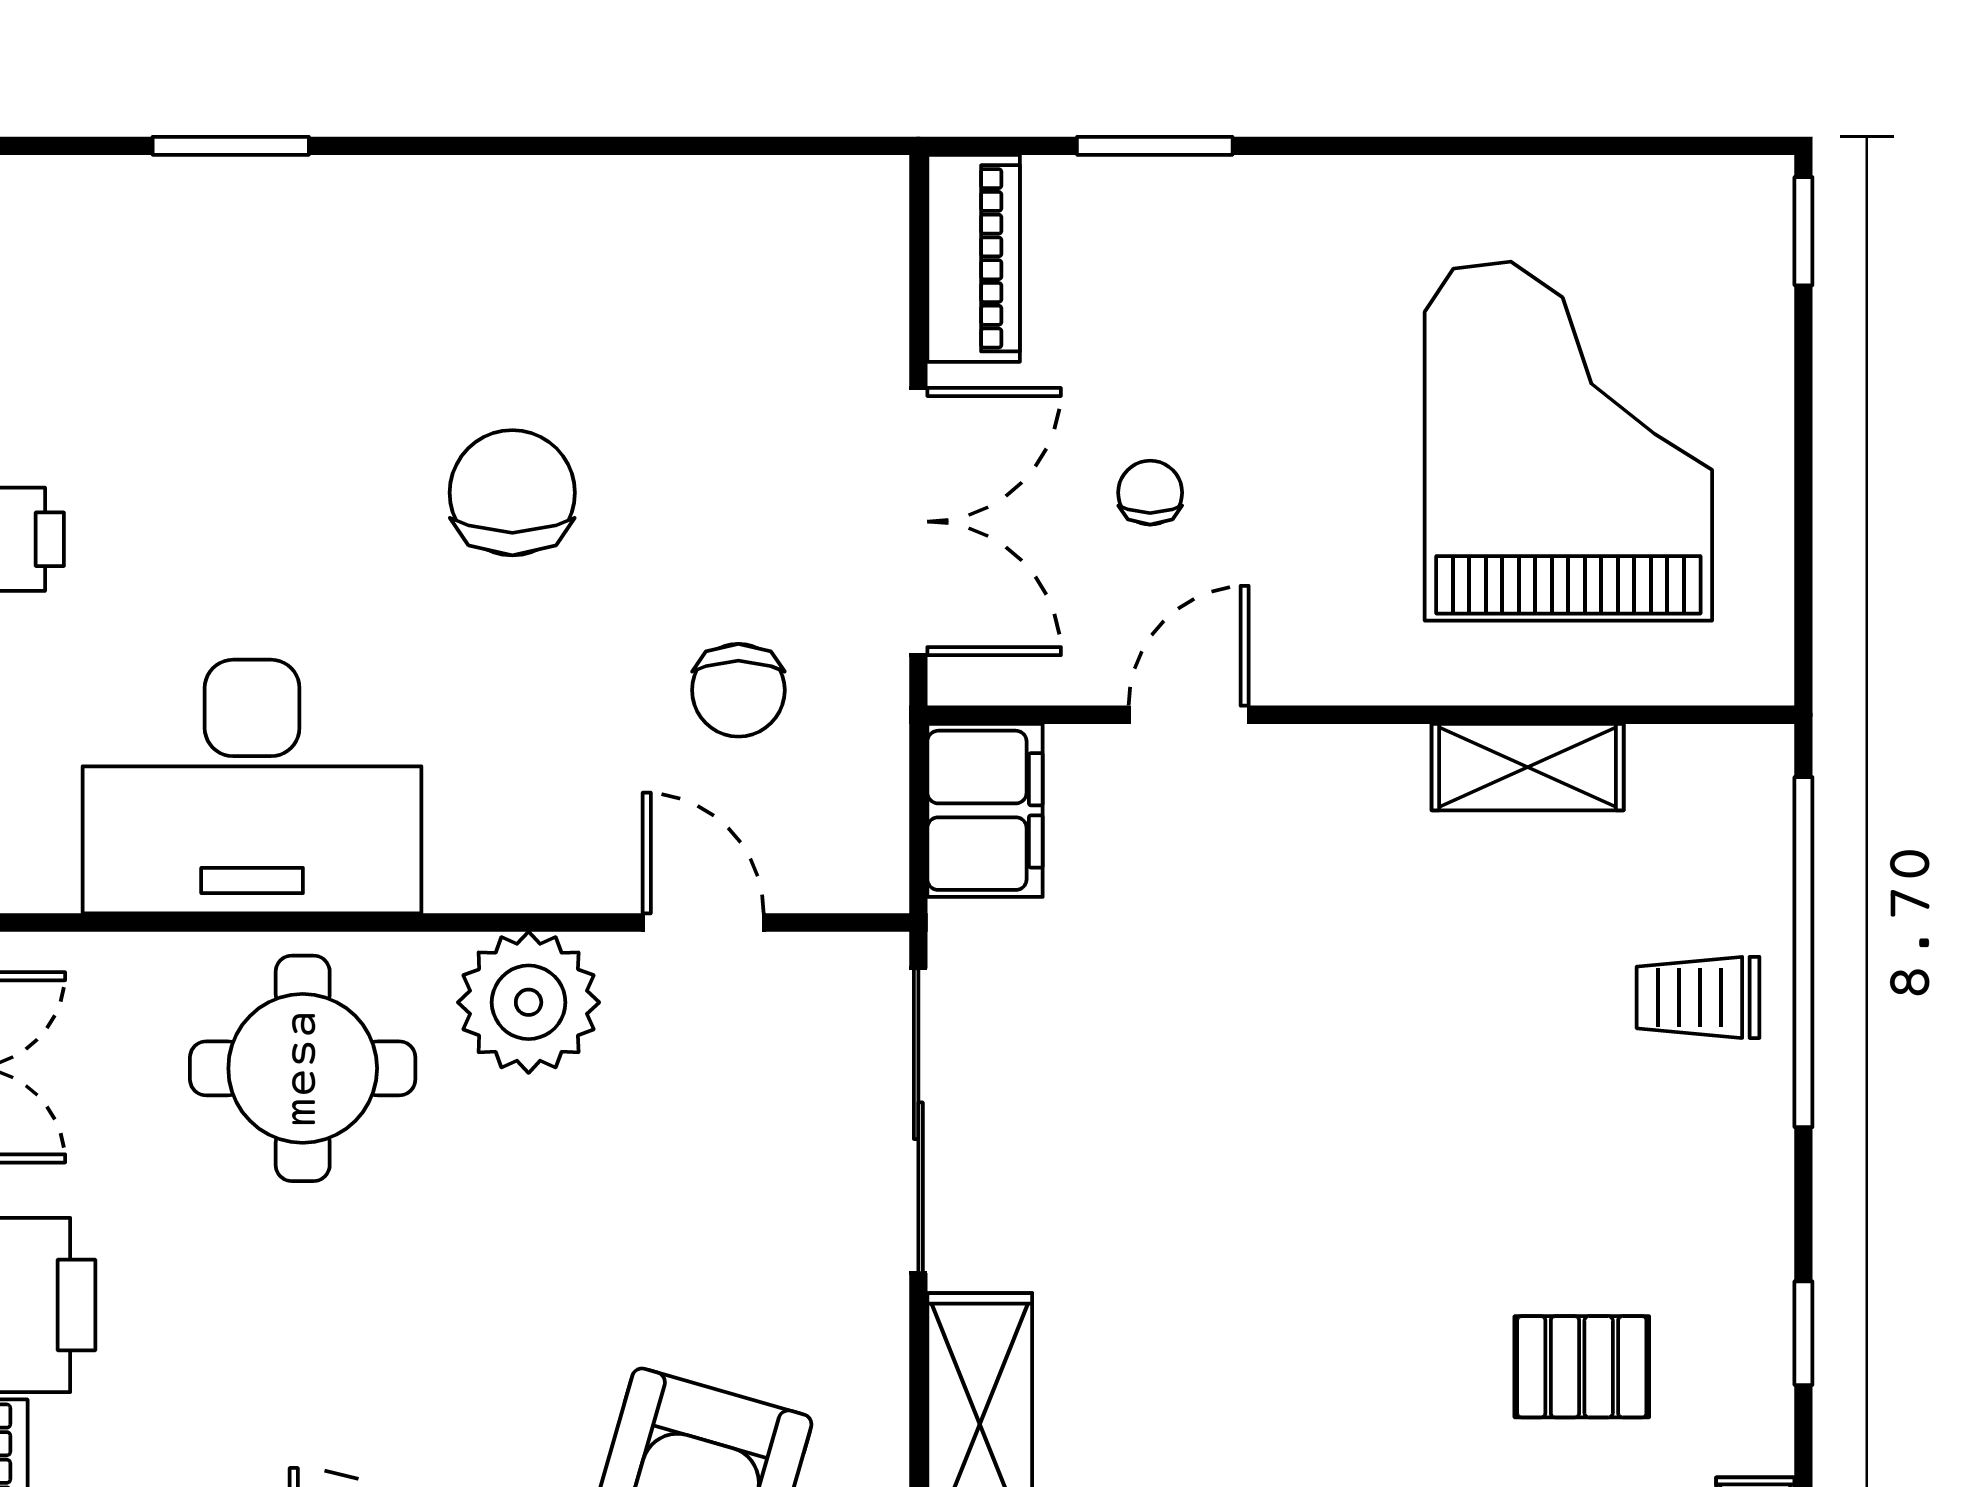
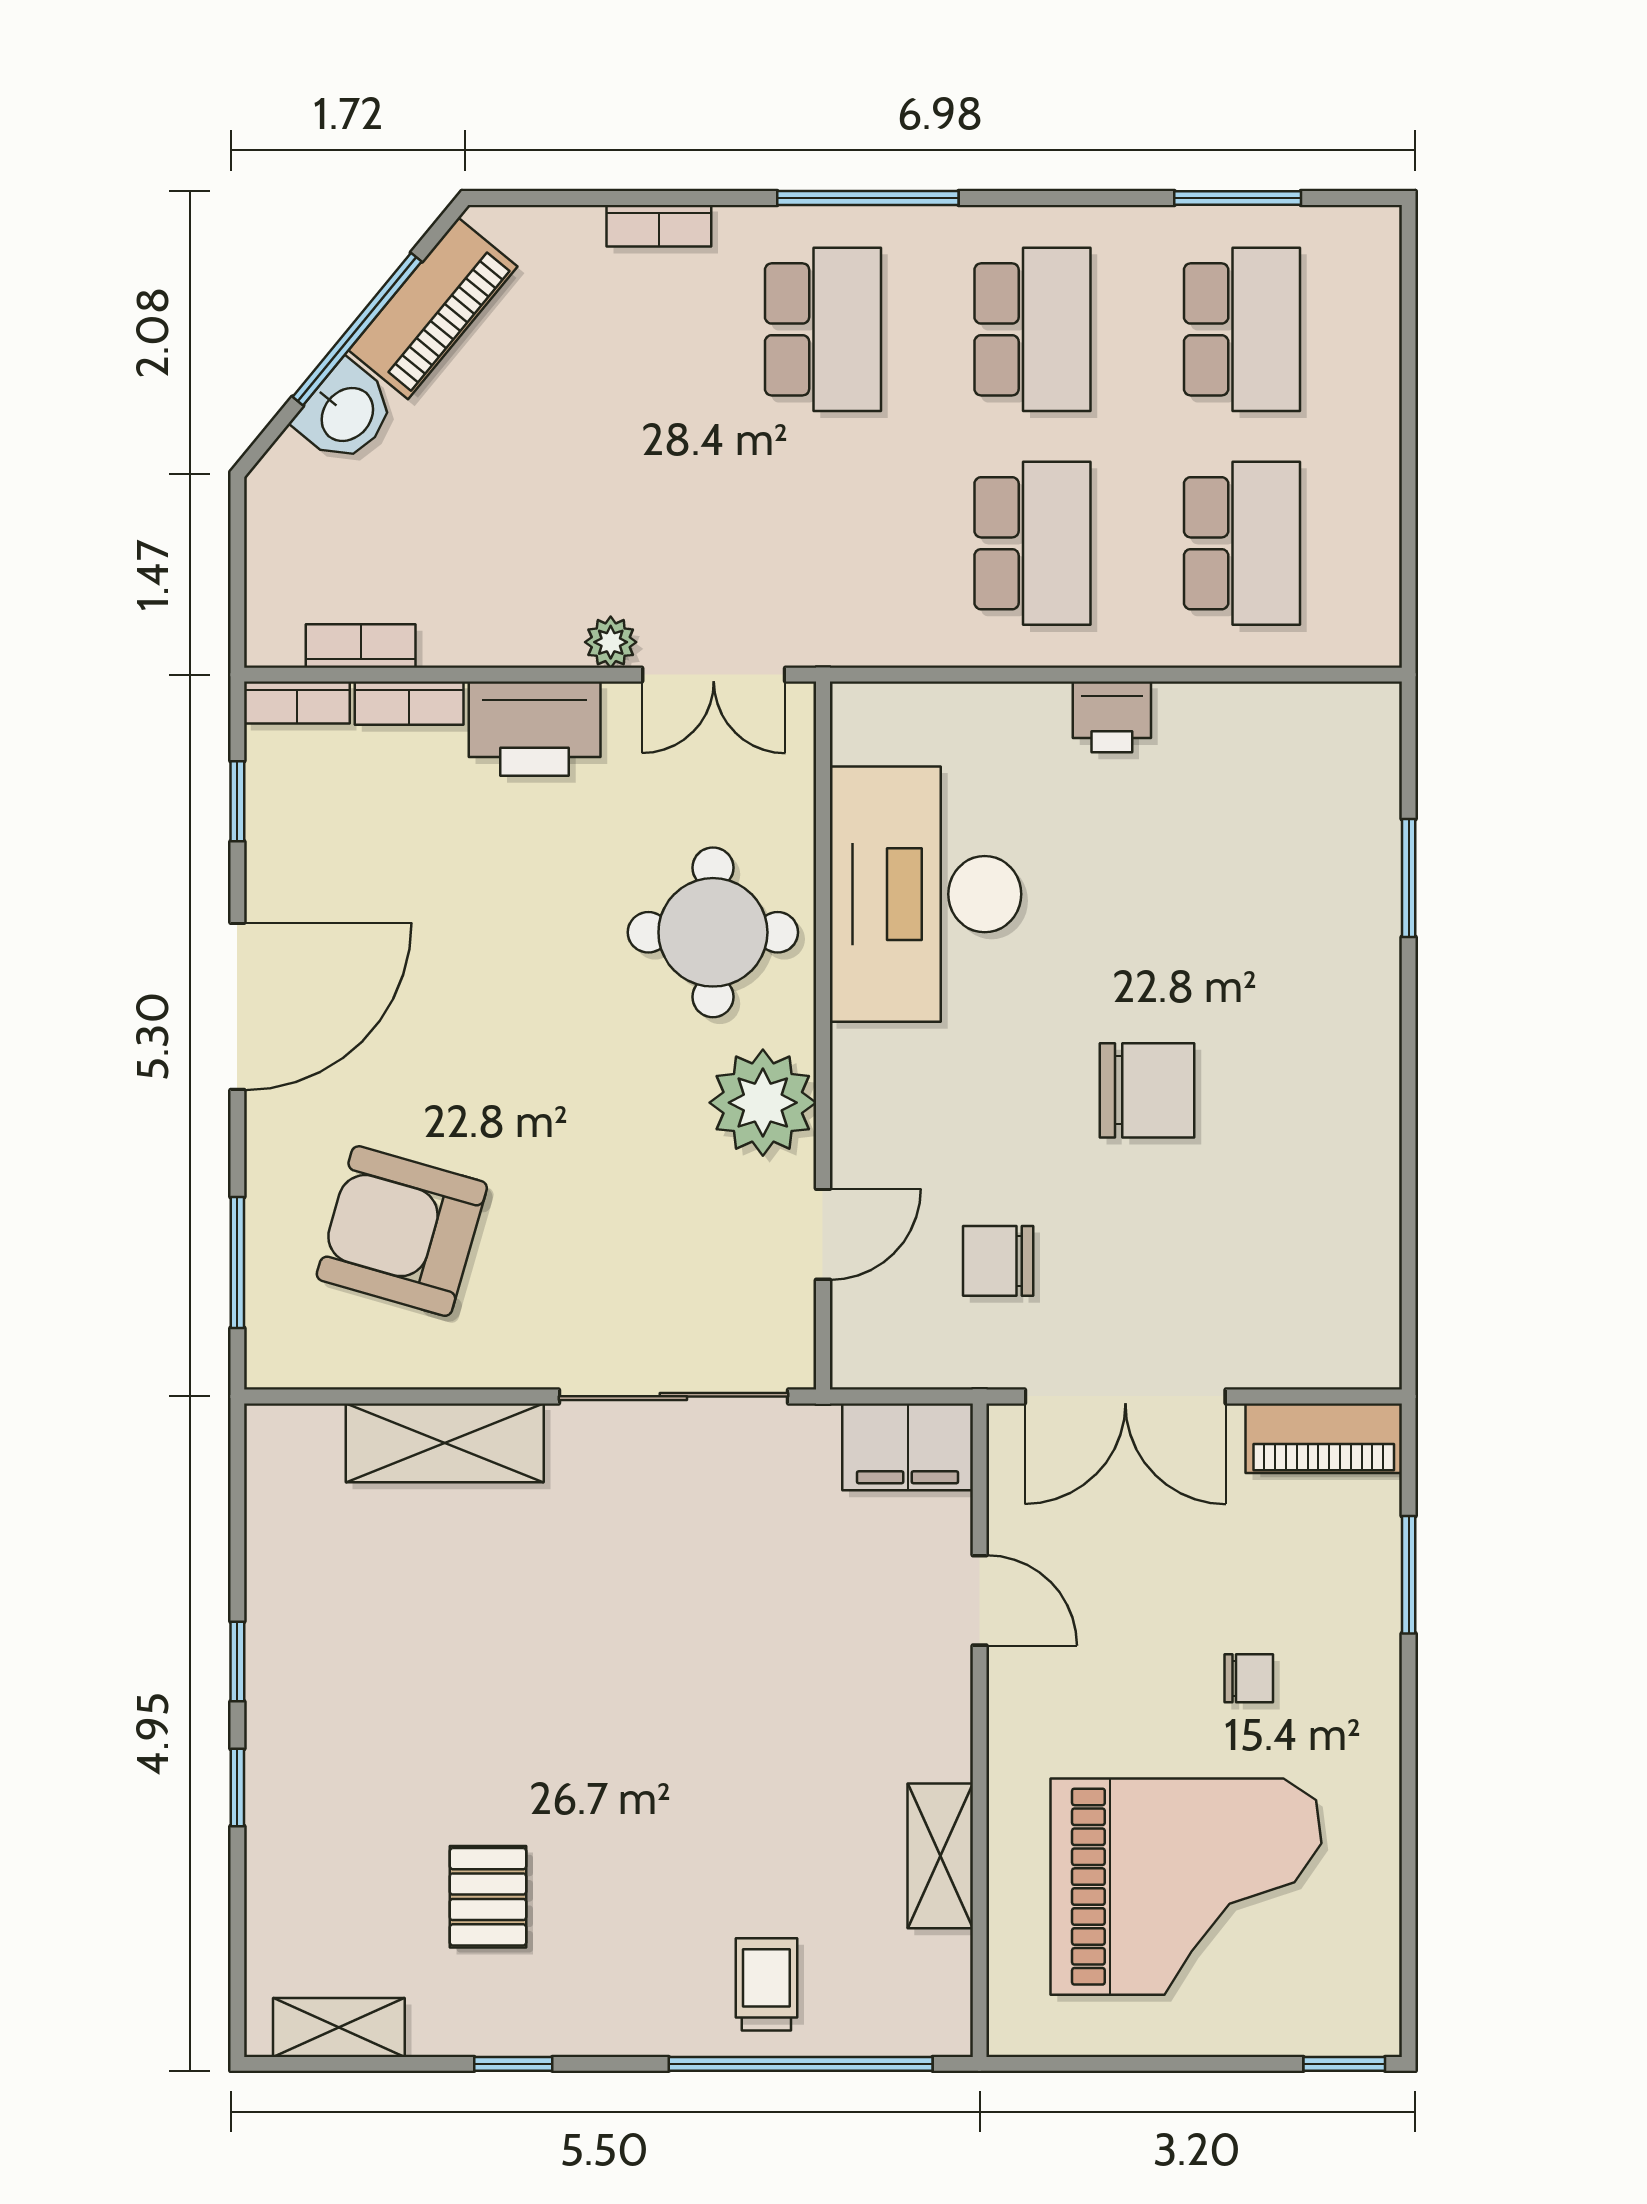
chair: (1150, 493) -> (1249, 1678), moved

